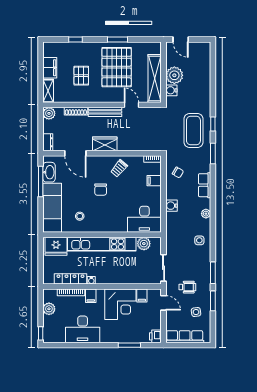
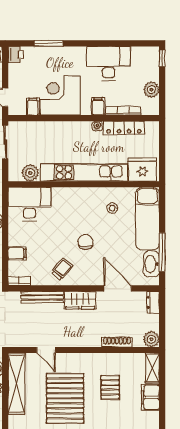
bench: (105, 112) -> (42, 297), moved

